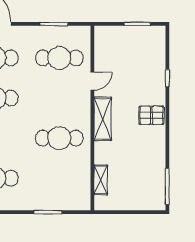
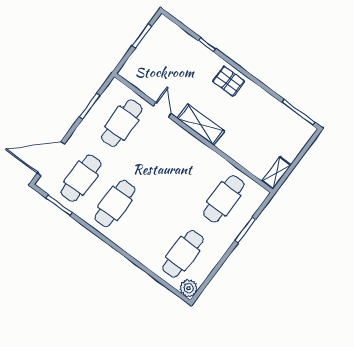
pallet: (151, 115) -> (228, 81), turned 90
cafe table: (59, 138) -> (224, 199), moved
shelving: (101, 180) -> (276, 173), moved, turned 90

